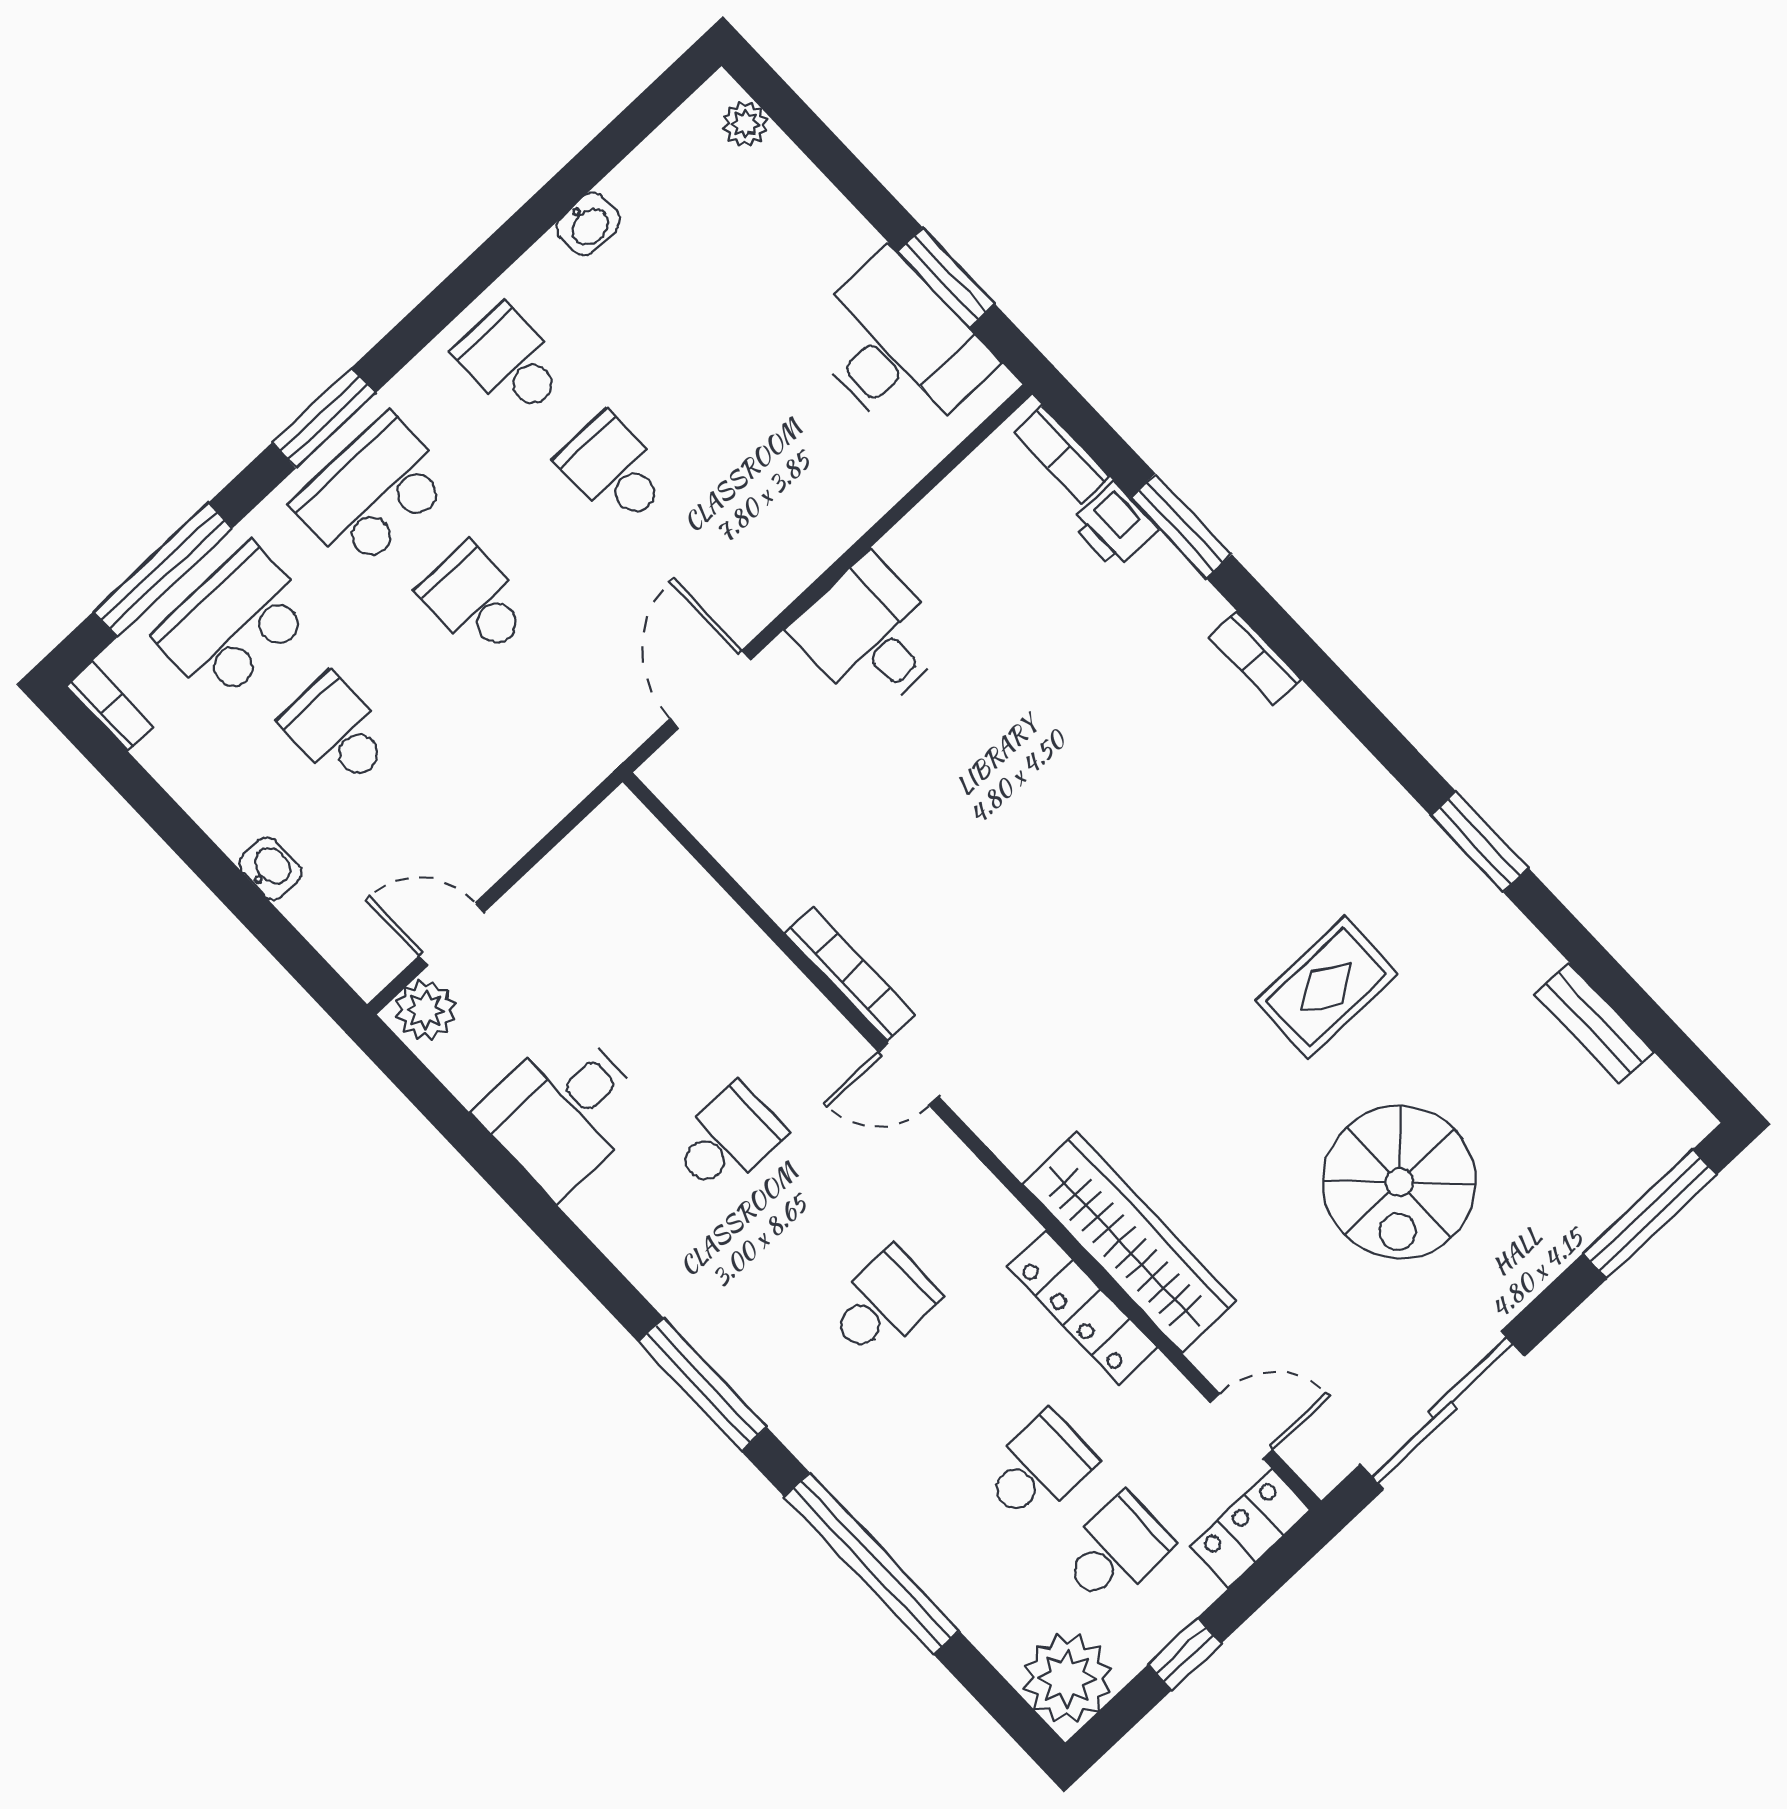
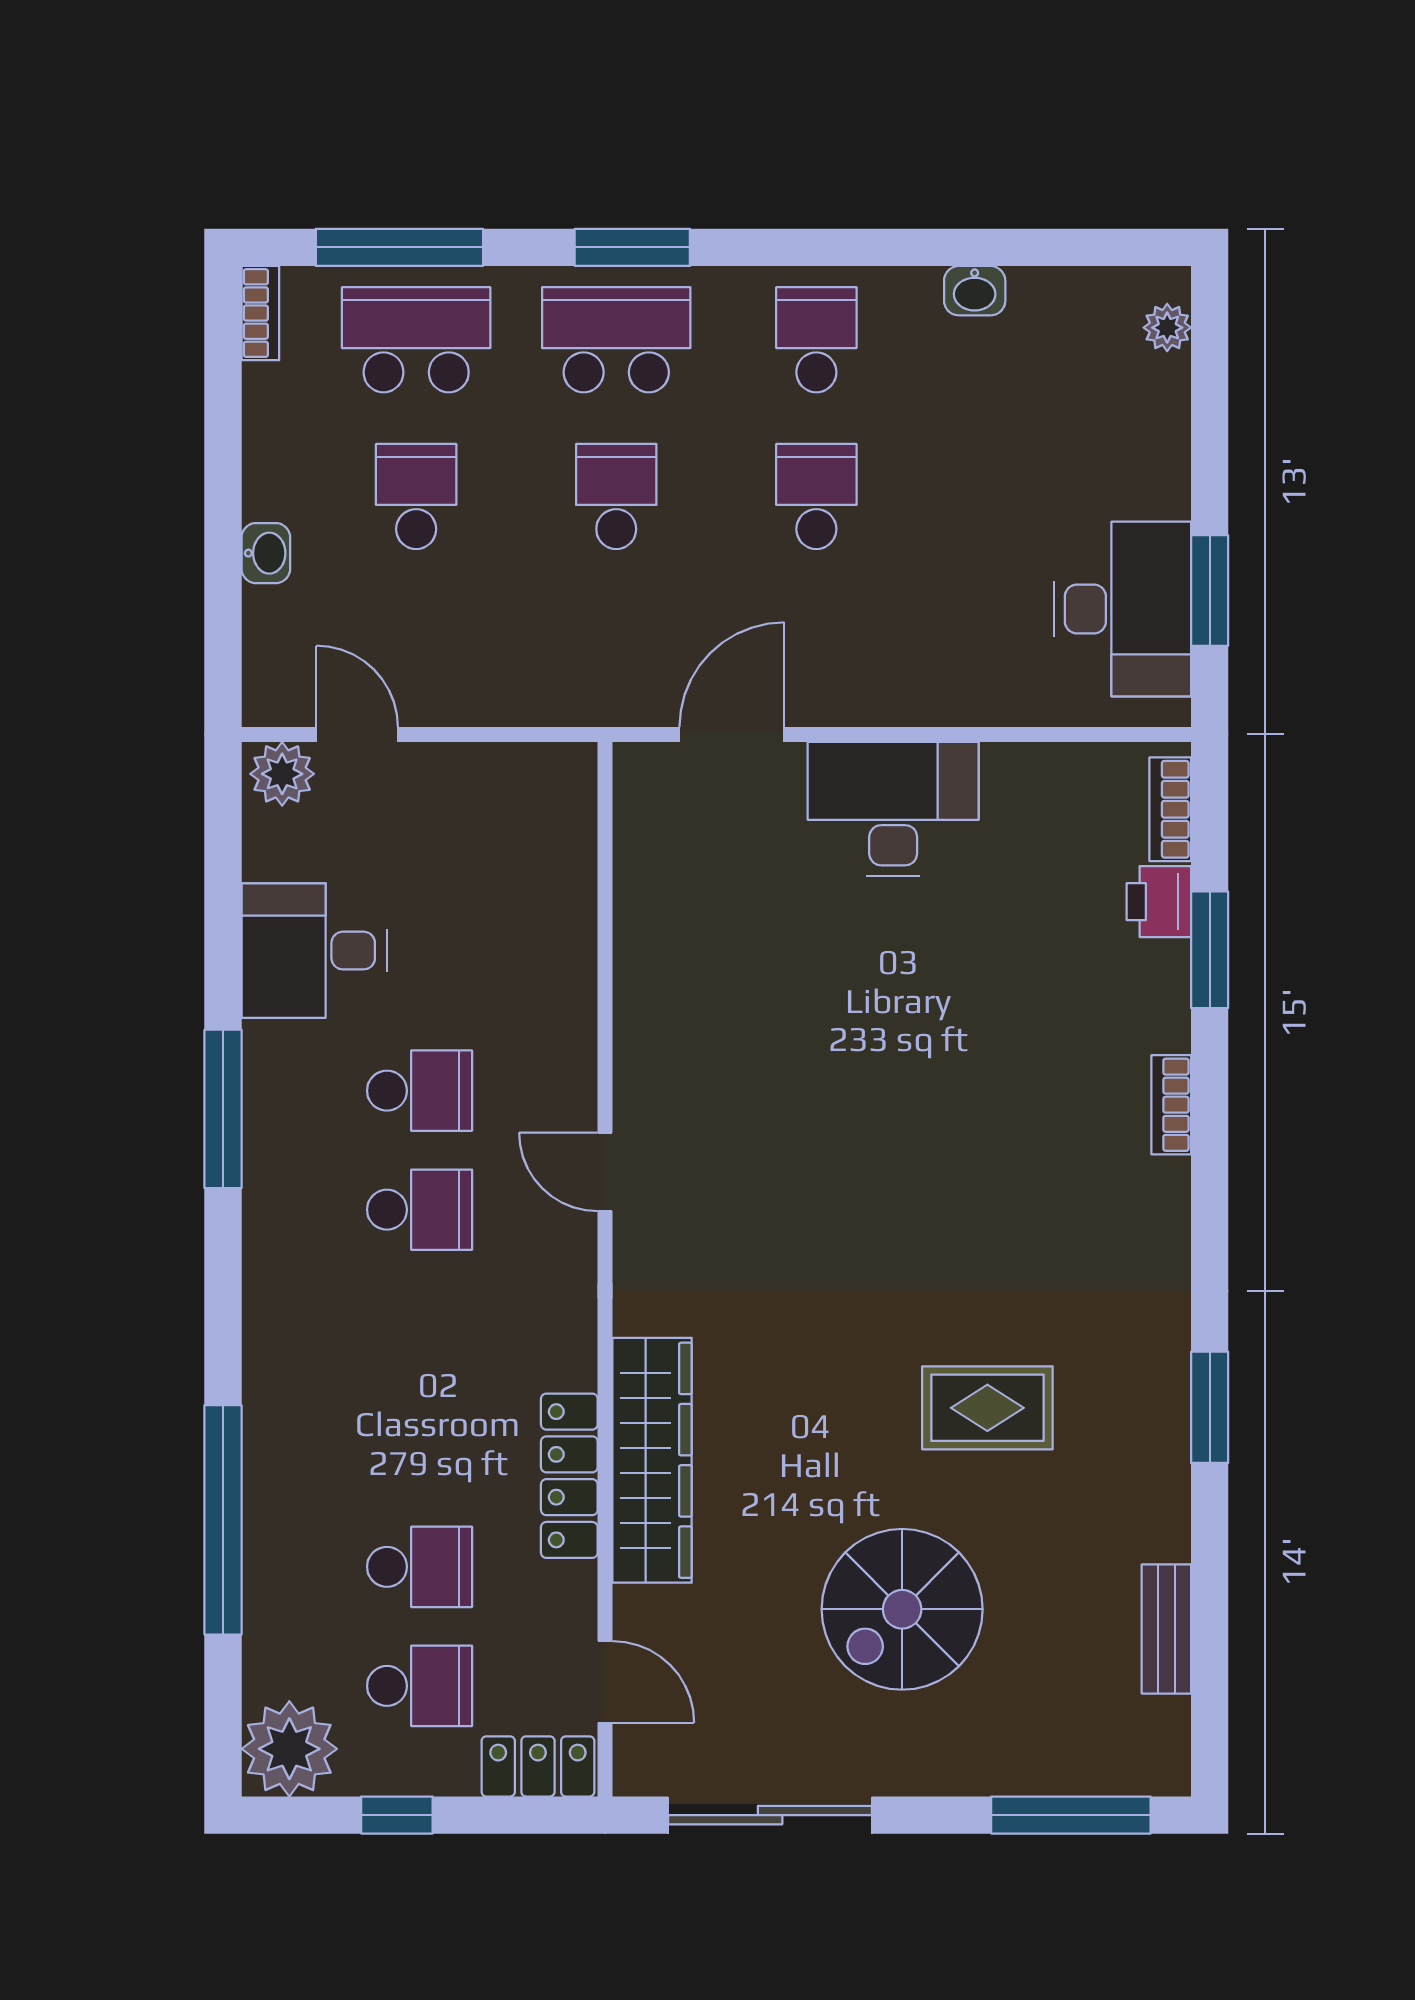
desk: (870, 635) -> (893, 809), width x1.37
bookcase: (850, 974) -> (633, 1053), removed
school desk: (883, 1303) -> (420, 1210), moved
window: (702, 1384) -> (223, 1109), moved

